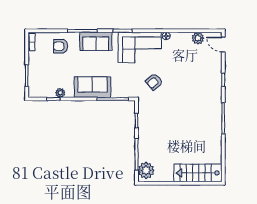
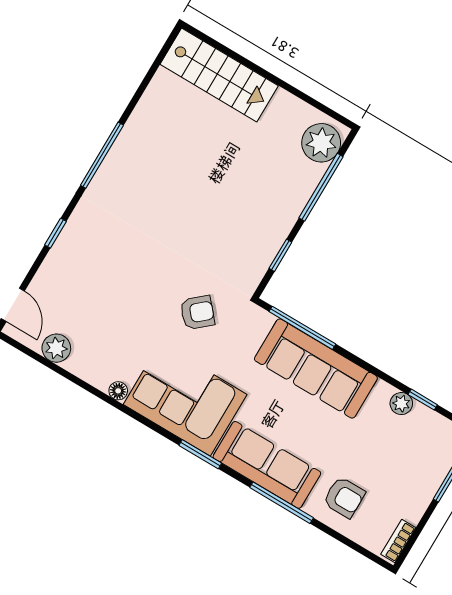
sofa: (96, 41) -> (267, 465), width x1.36
sofa: (92, 87) -> (316, 368), width x1.36

